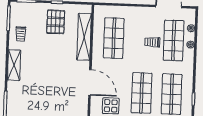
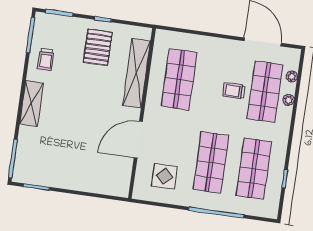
door: (90, 82) -> (138, 140), swing flipped

